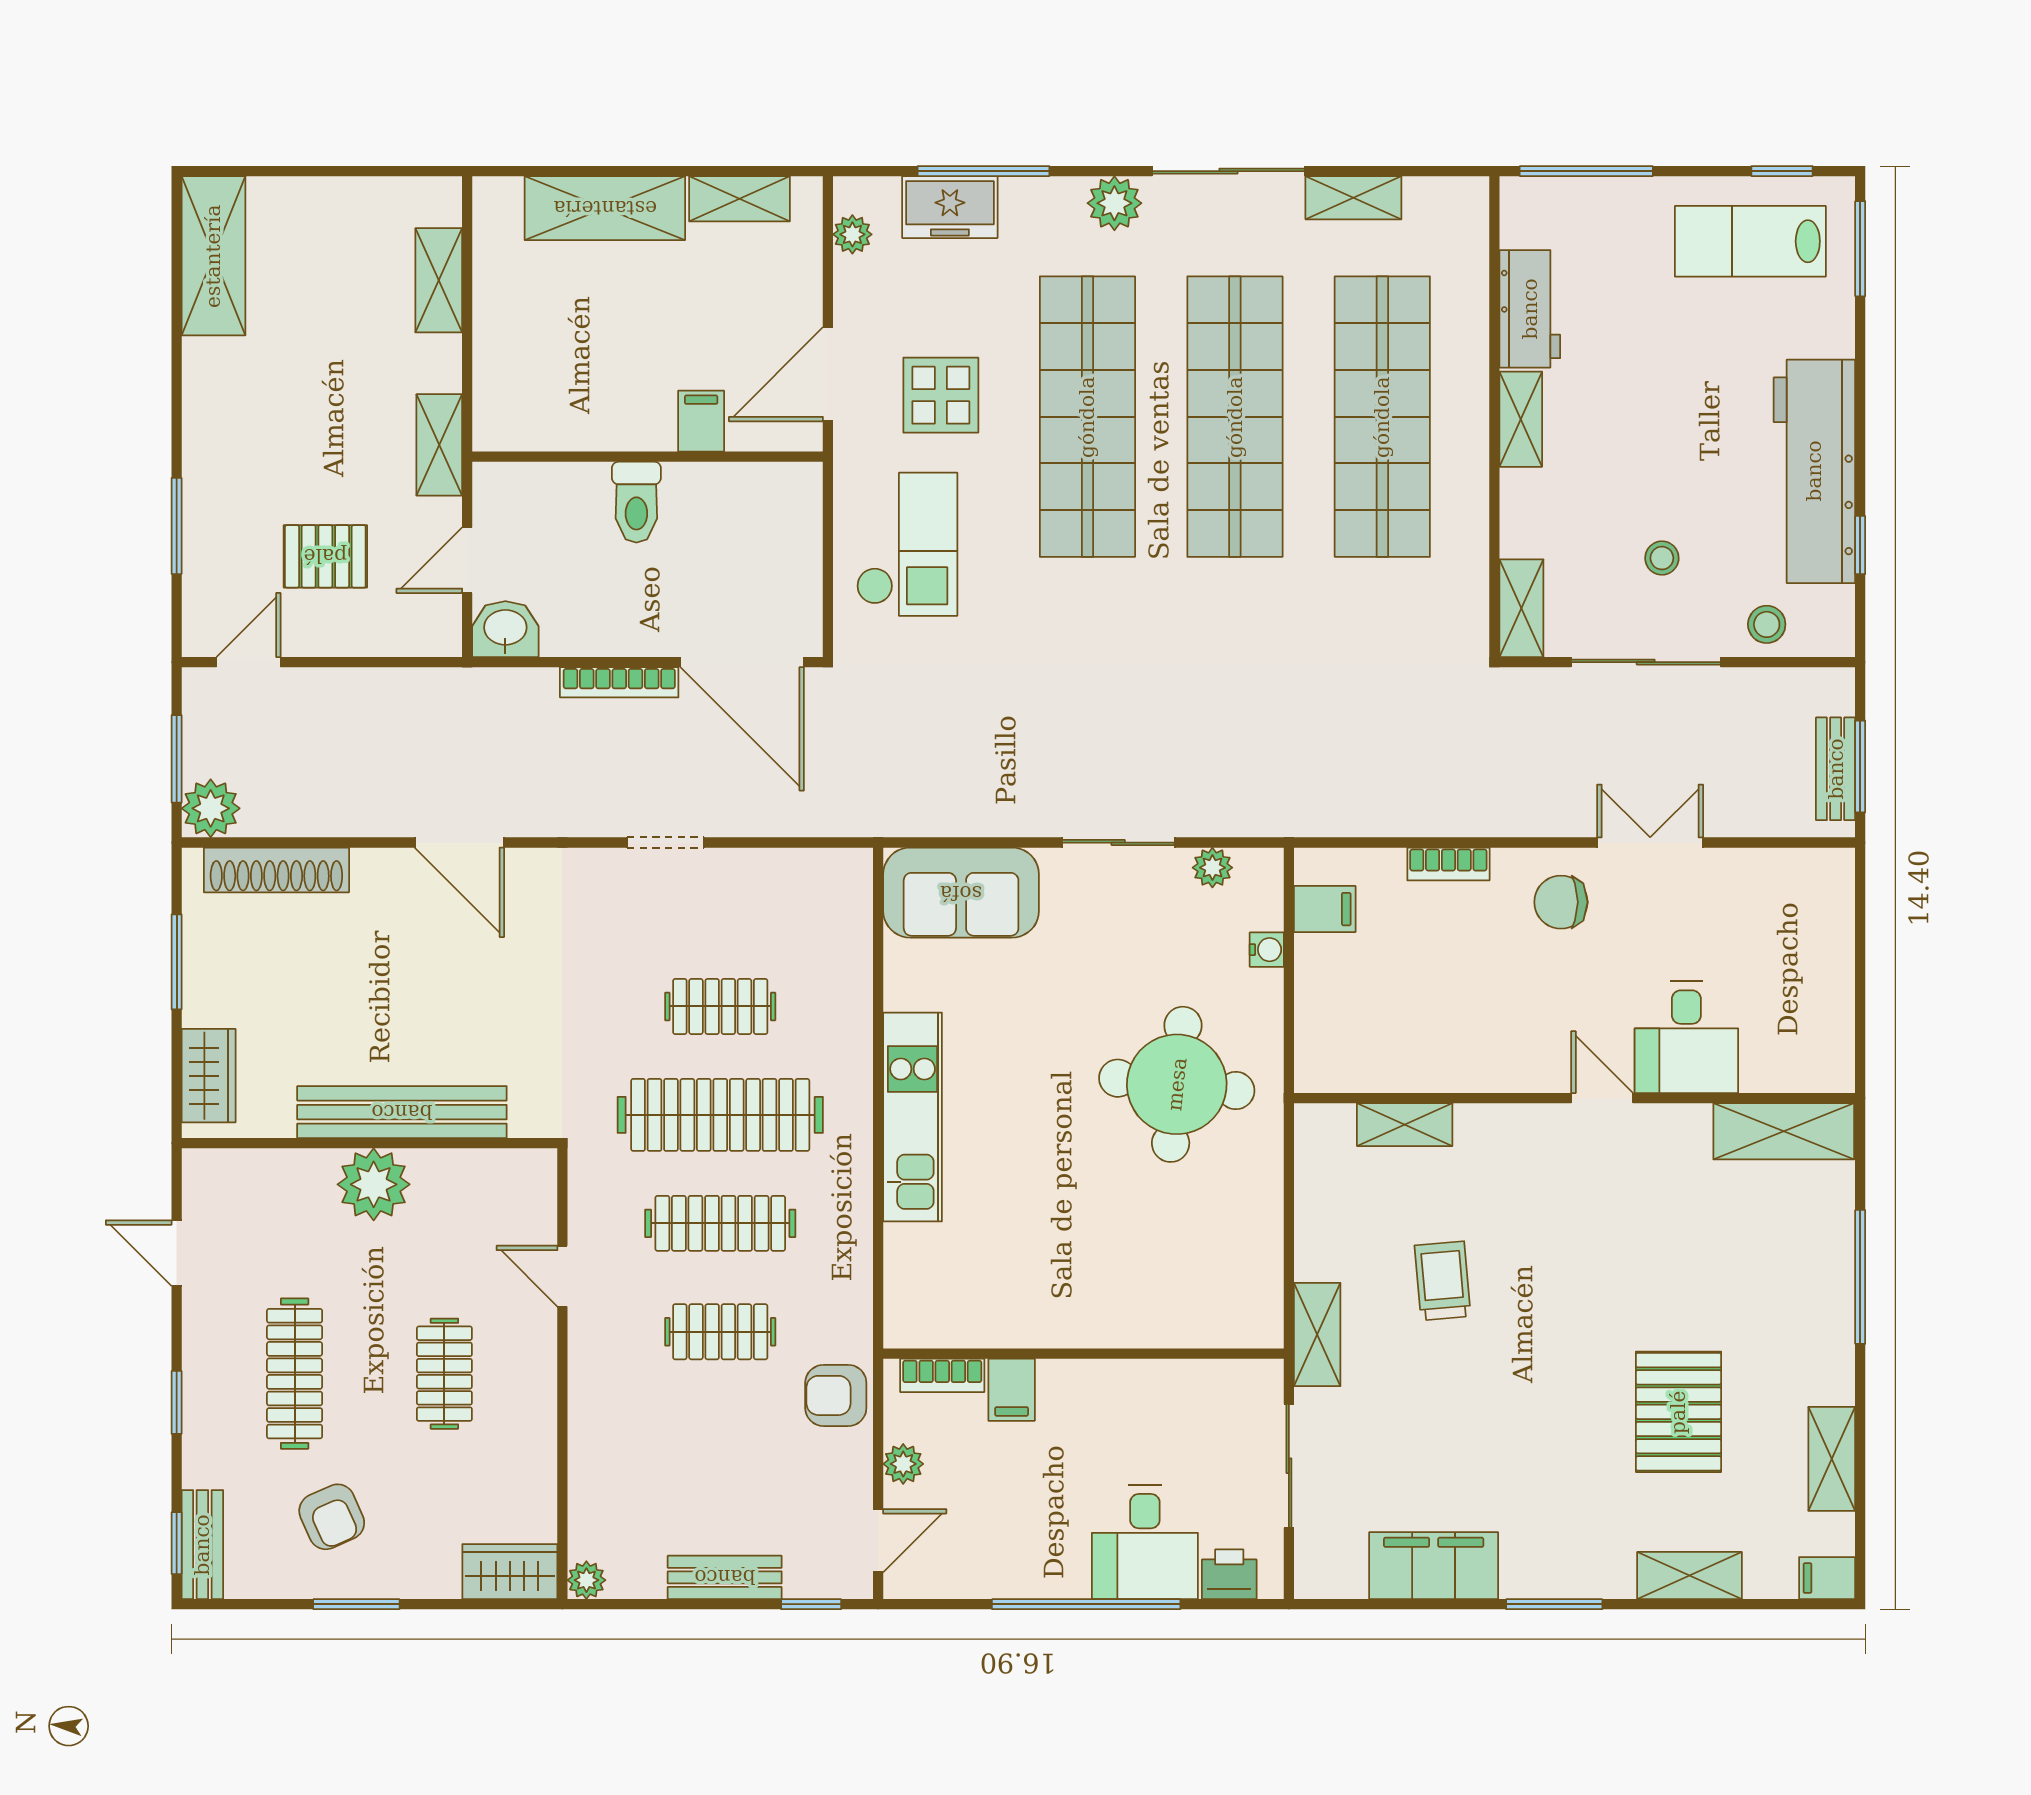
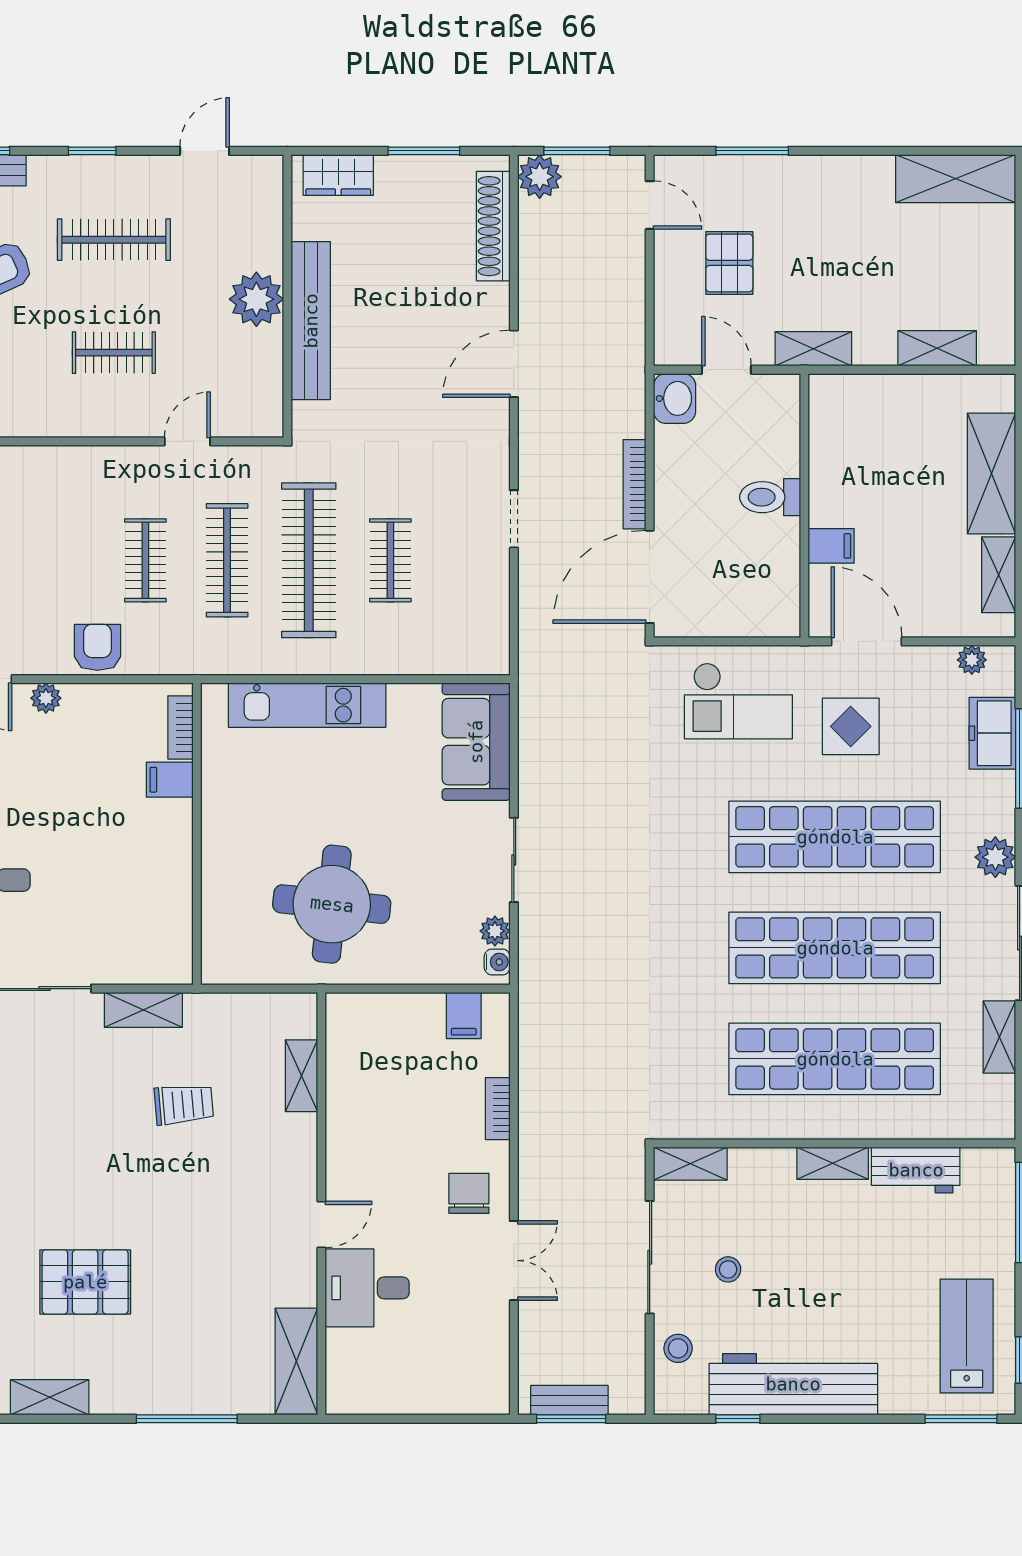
water cooler: (1267, 950) -> (497, 962), moved, turned -90
wall: (1084, 1354) -> (197, 834), moved
bookcase: (942, 1375) -> (180, 727), moved
filing cabinet: (1012, 1390) -> (170, 780), moved

